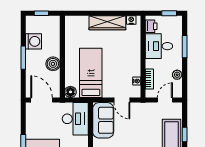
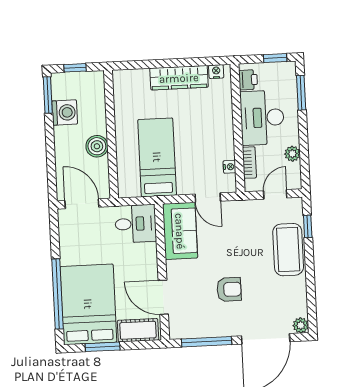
desk: (159, 46) -> (262, 118), width x1.37
window: (185, 47) -> (301, 93), moved
window: (23, 58) -> (48, 95), moved
floor lamp: (70, 92) -> (127, 189), removed
desk: (75, 119) -> (136, 224), width x0.73
window: (185, 134) -> (308, 226), moved

